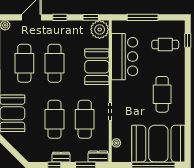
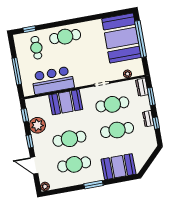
plant: (100, 29) -> (37, 125), moved
cafe table: (162, 94) -> (65, 37), moved

